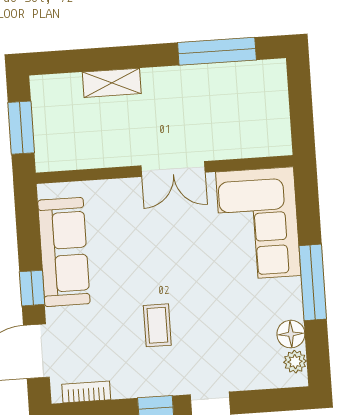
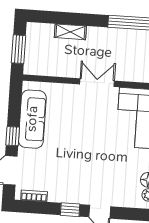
double door: (173, 169) -> (97, 83), swing flipped
coffee table: (157, 325) -> (77, 165), removed

